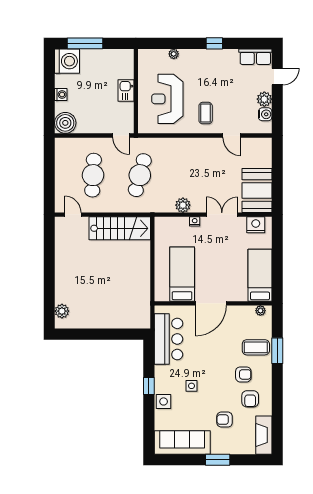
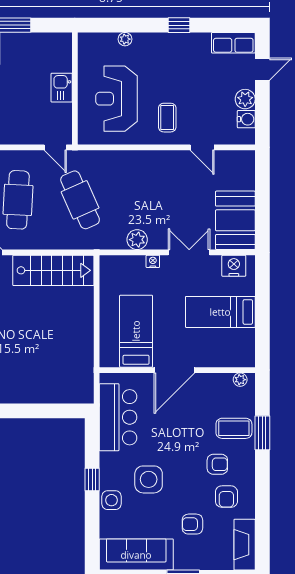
cafe table: (140, 175) -> (80, 200), turned -39
bed: (260, 275) -> (220, 312), moved, turned -90
side table: (192, 386) -> (149, 479), width x1.87, depth x1.87

